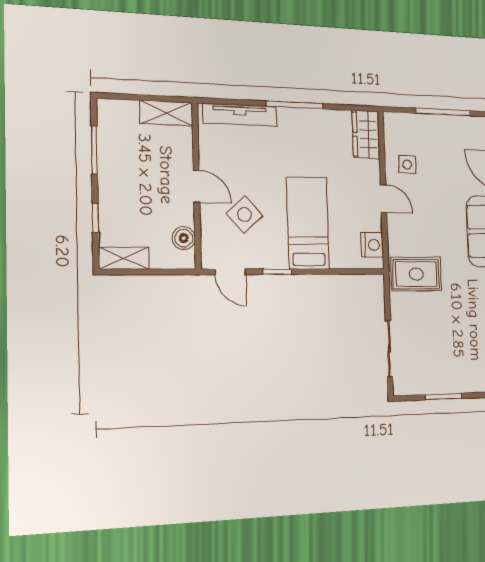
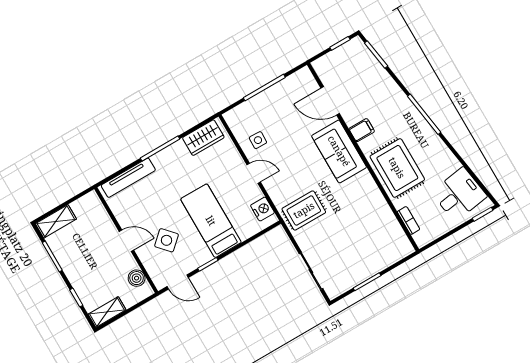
shelving: (166, 113) -> (56, 221), moved
wardrobe: (366, 135) -> (203, 138), moved, turned -90

